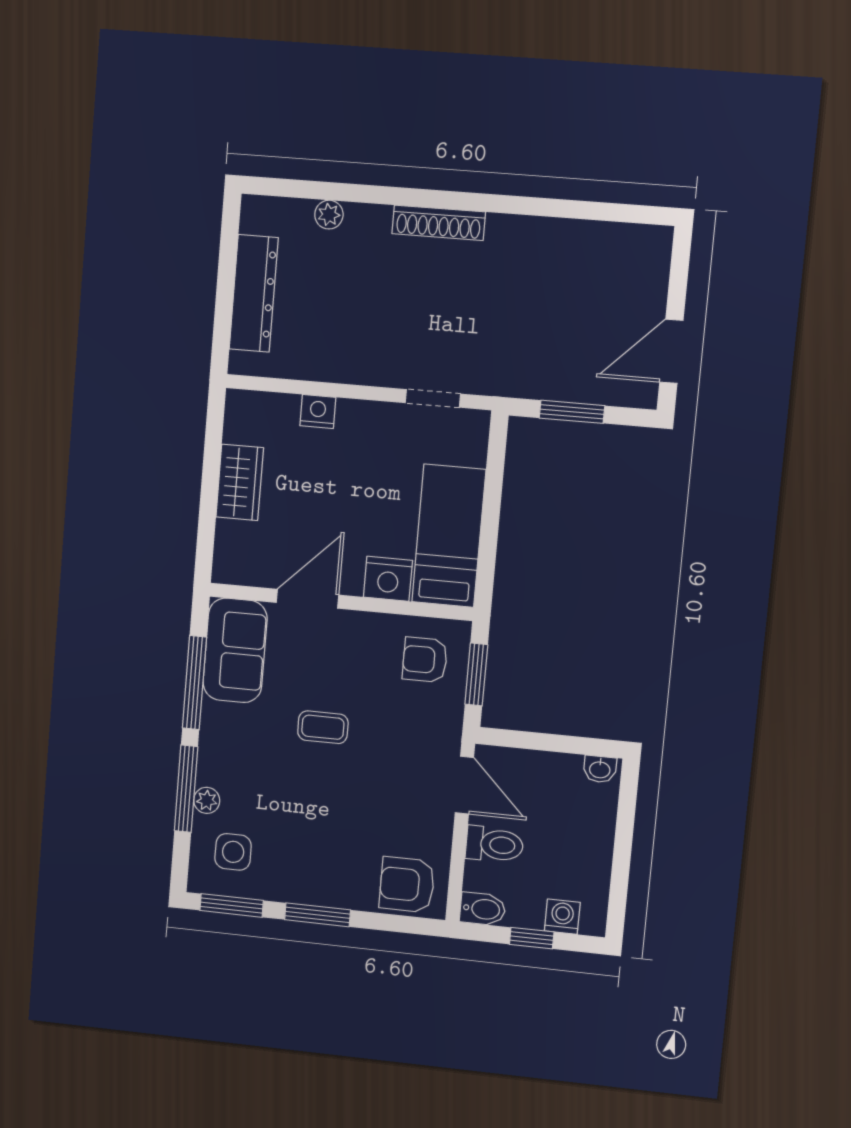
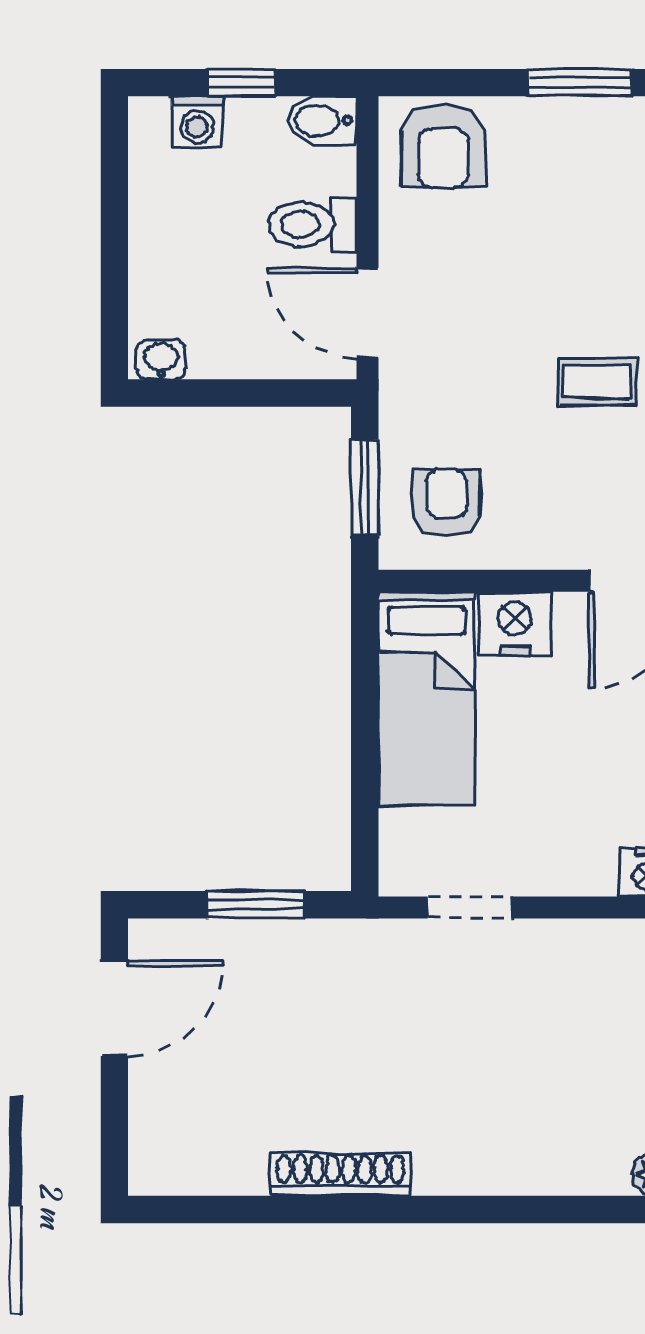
shoe rack: (439, 223) -> (341, 1174), moved
armchair: (425, 660) -> (446, 503), turned -90
armchair: (407, 885) -> (443, 146), turned 90

